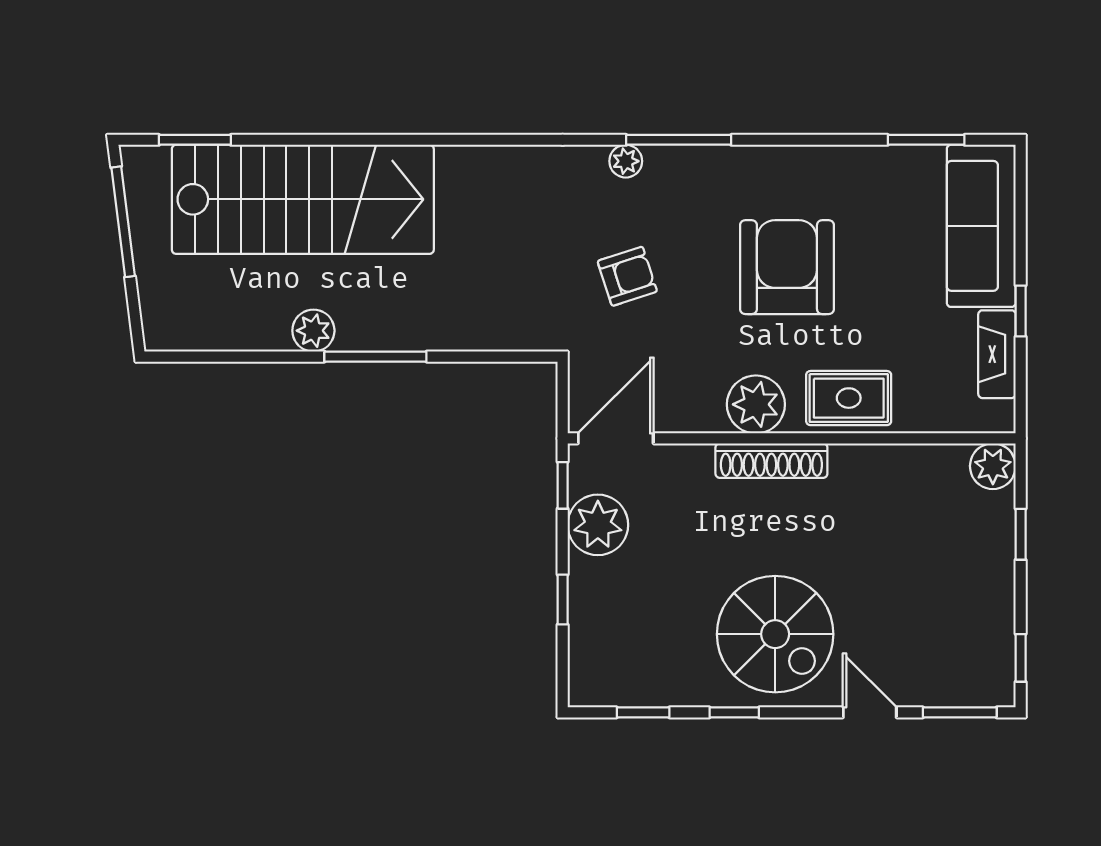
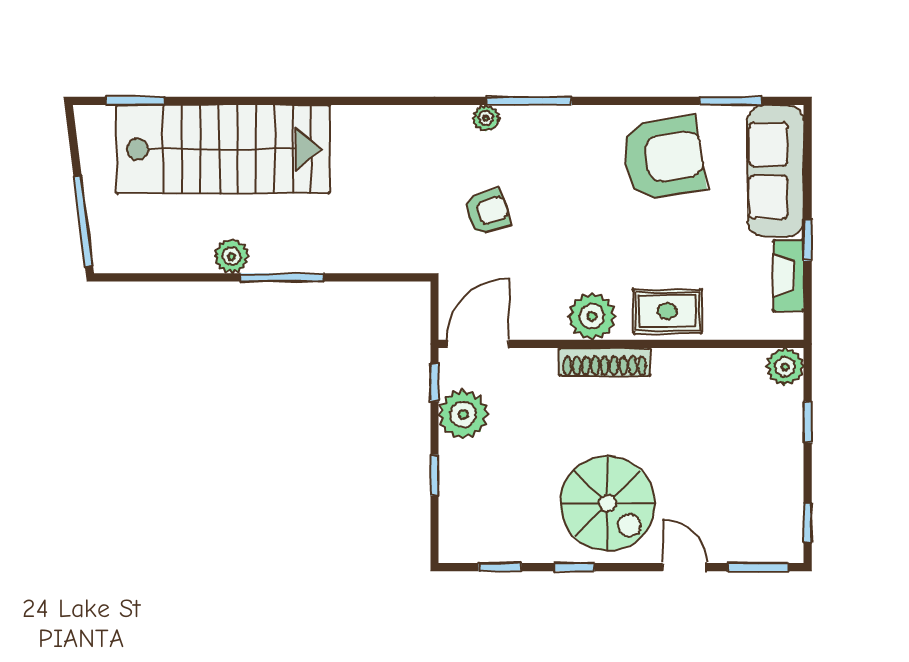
window: (123, 222) -> (83, 221), moved
armchair: (787, 267) -> (663, 158), moved, turned 81

